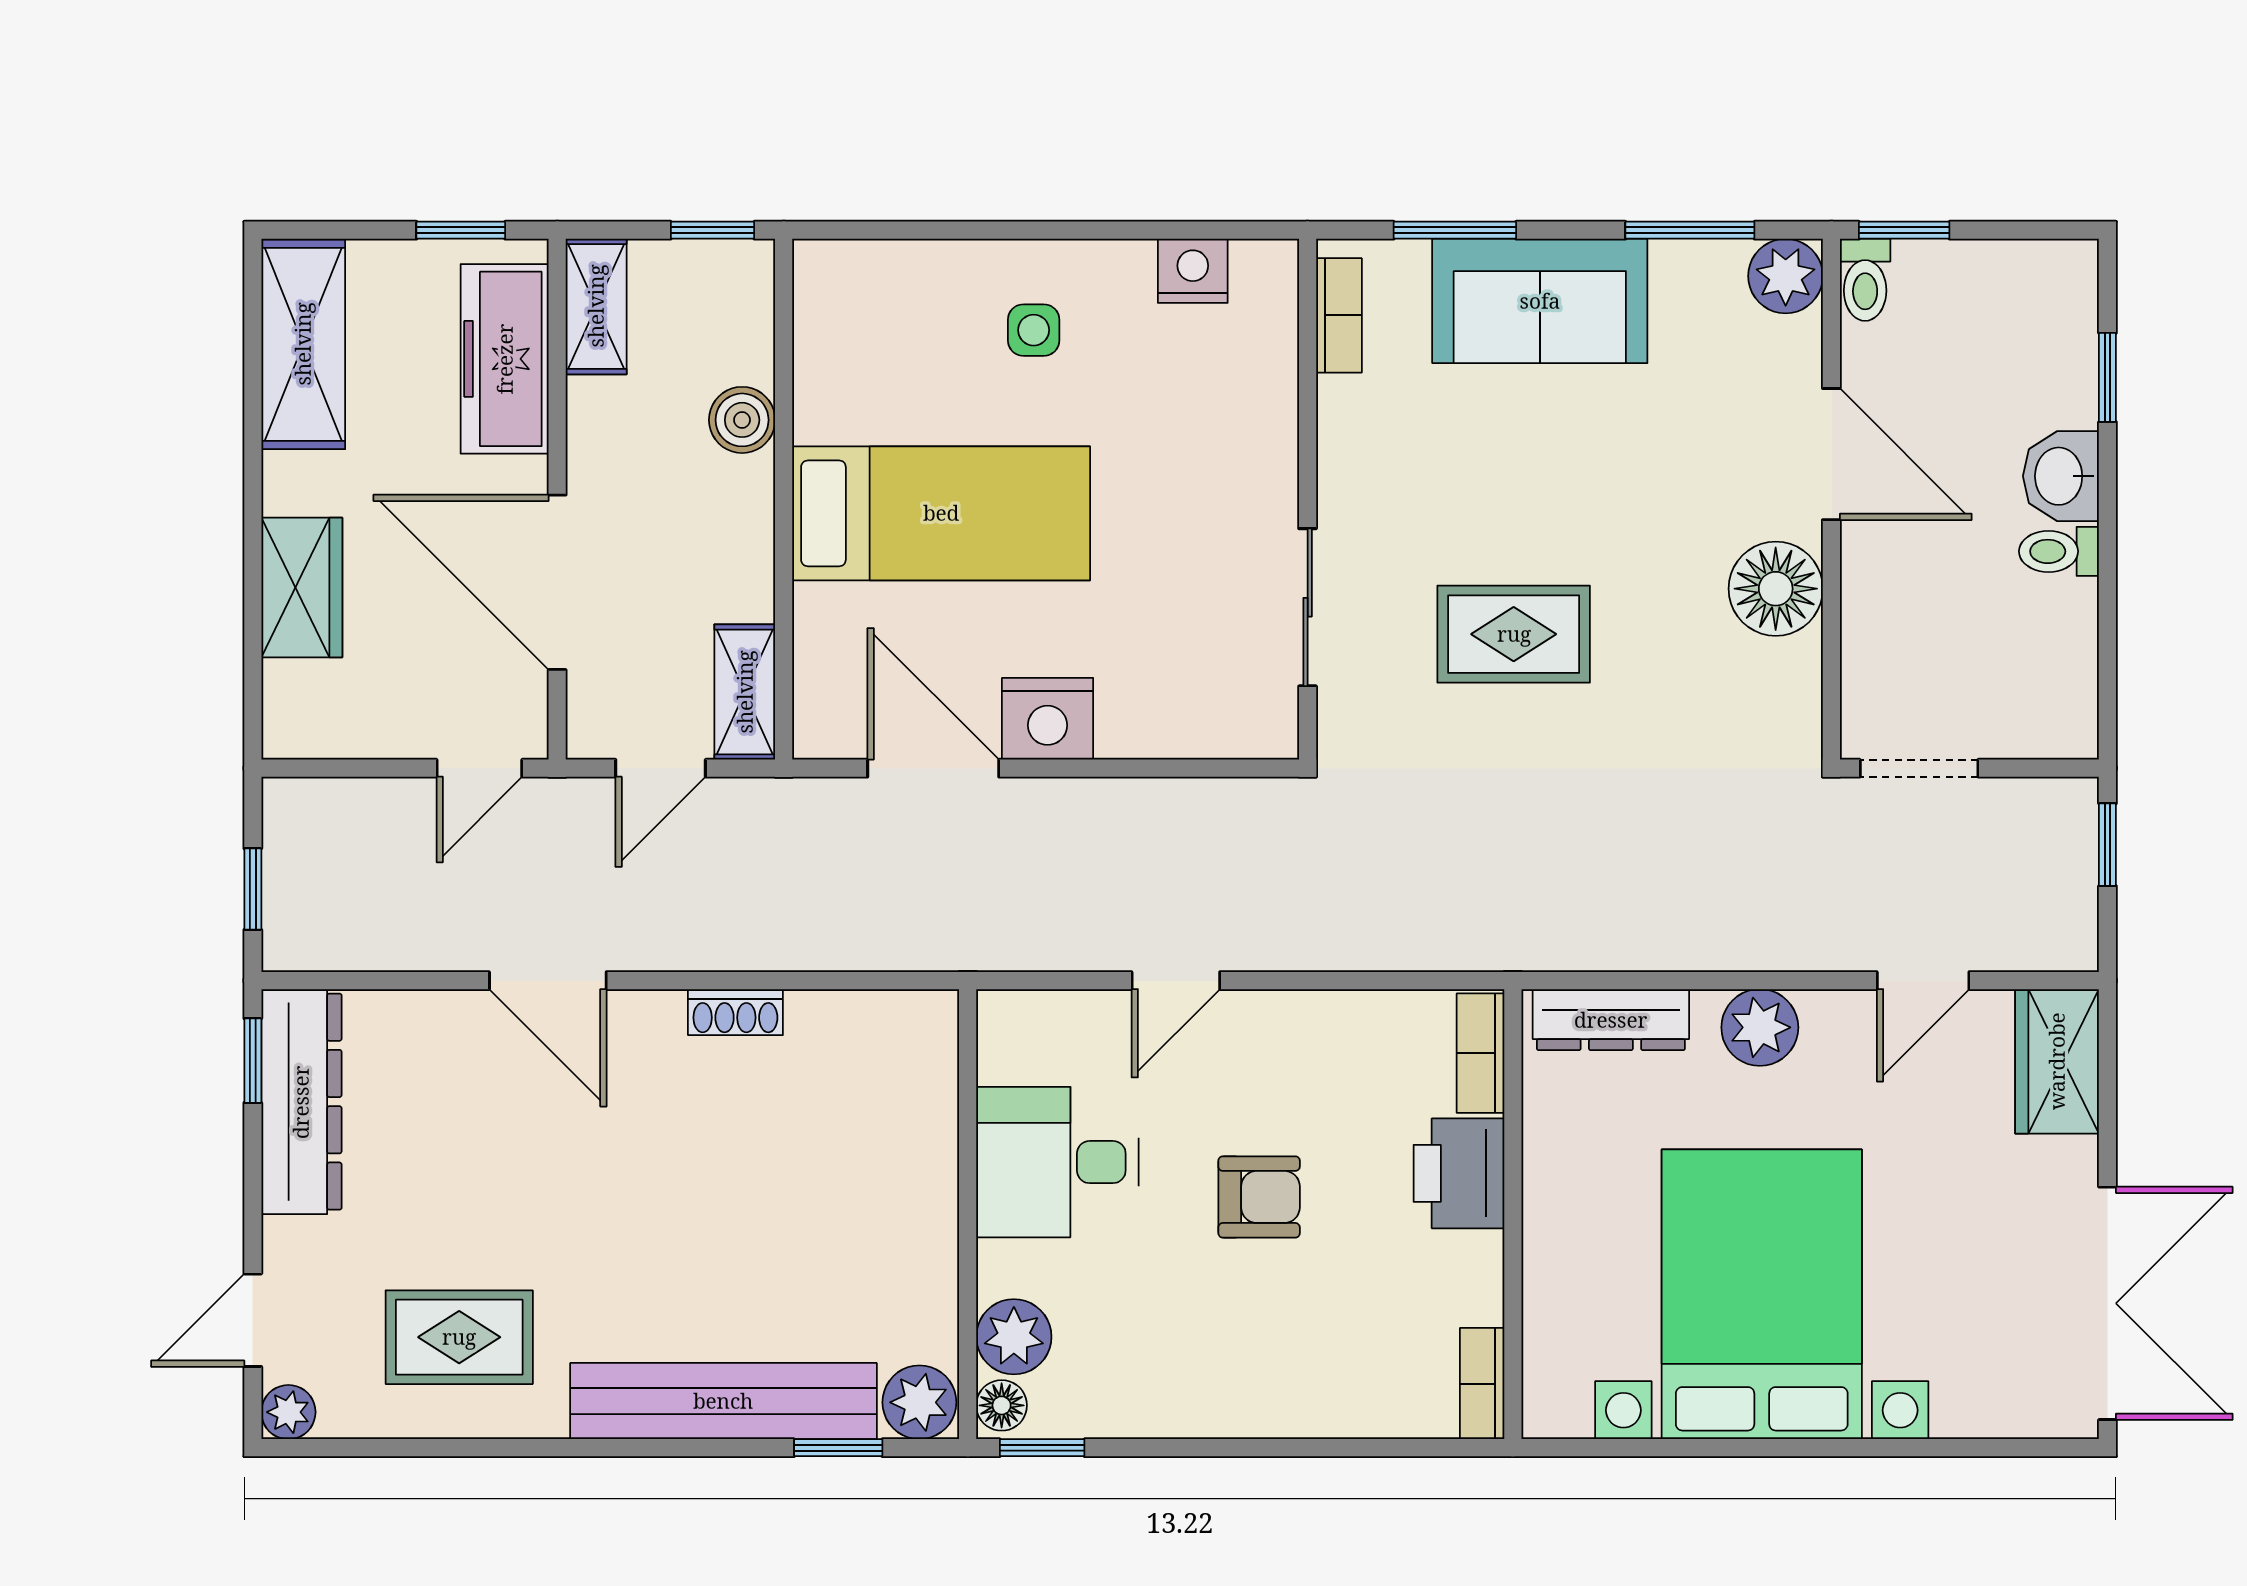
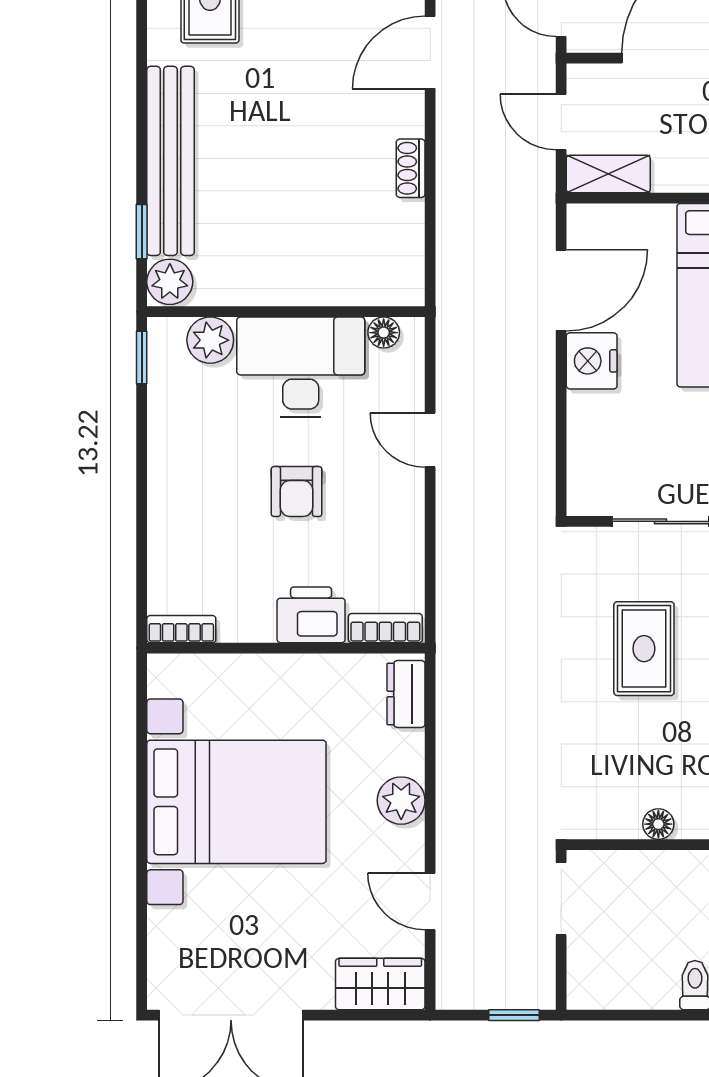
floor lamp: (1776, 589) -> (658, 824), width x0.53, depth x0.53
dresser: (1611, 1020) -> (406, 694), width x0.70
desk: (1057, 1162) -> (301, 367), width x1.37
floor lamp: (1002, 1405) -> (384, 333), moved

